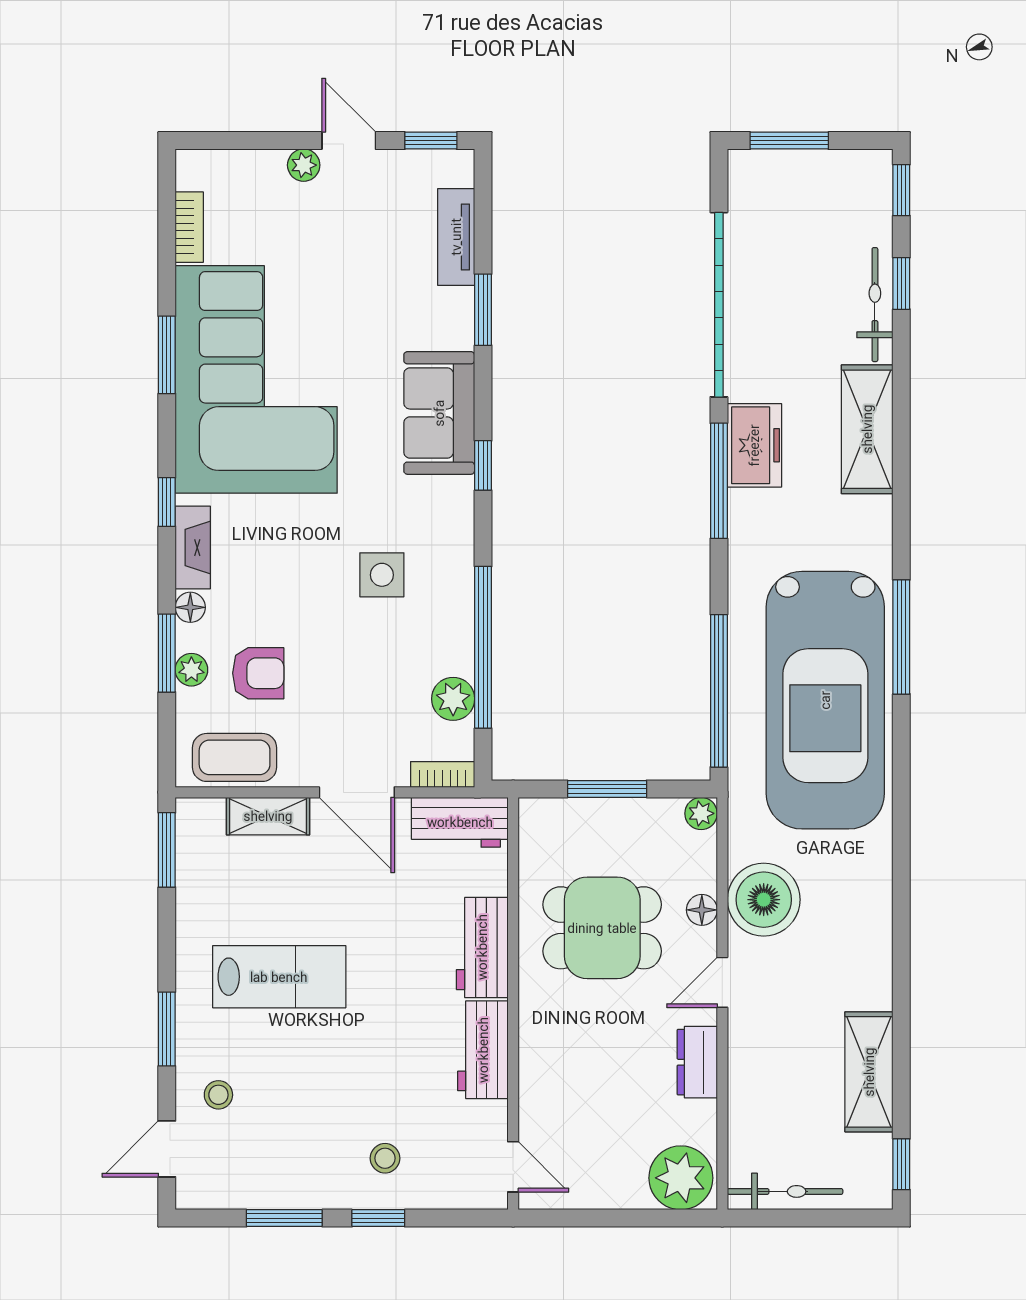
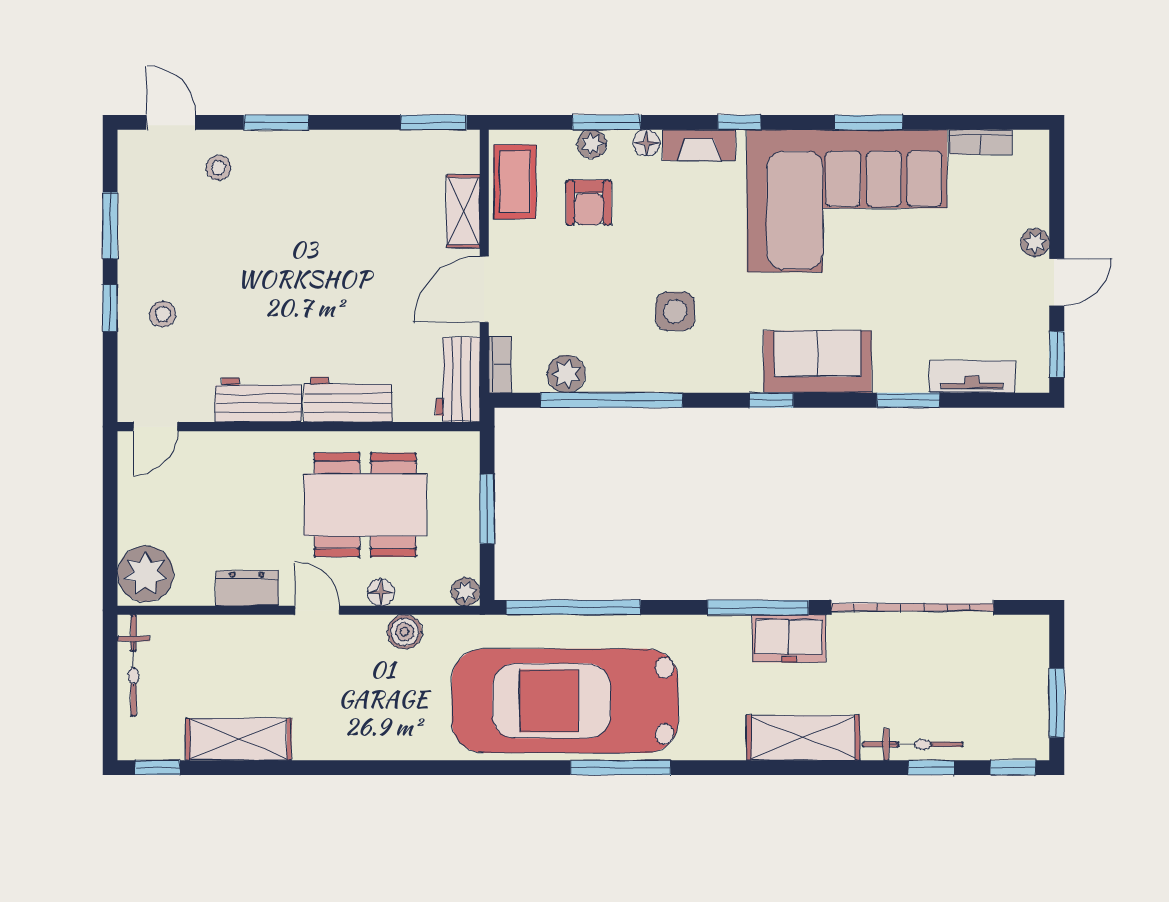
window: (789, 141) -> (1057, 703), moved
boiler: (764, 900) -> (405, 632), width x0.54, depth x0.54
dining table: (602, 928) -> (365, 505), width x1.38
lab bench: (279, 977) -> (322, 221), removed

